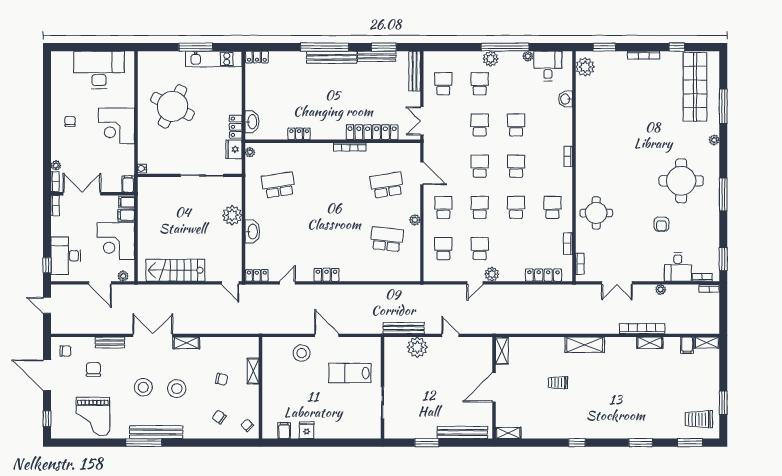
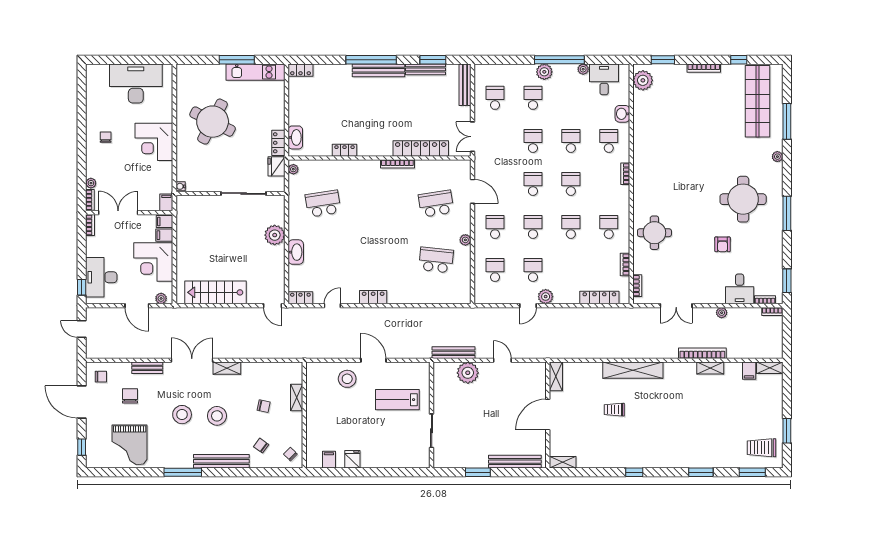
school desk: (552, 125) -> (609, 141), added
shelving: (585, 345) -> (633, 370), width x1.47
bench: (156, 432) -> (221, 461), moved

